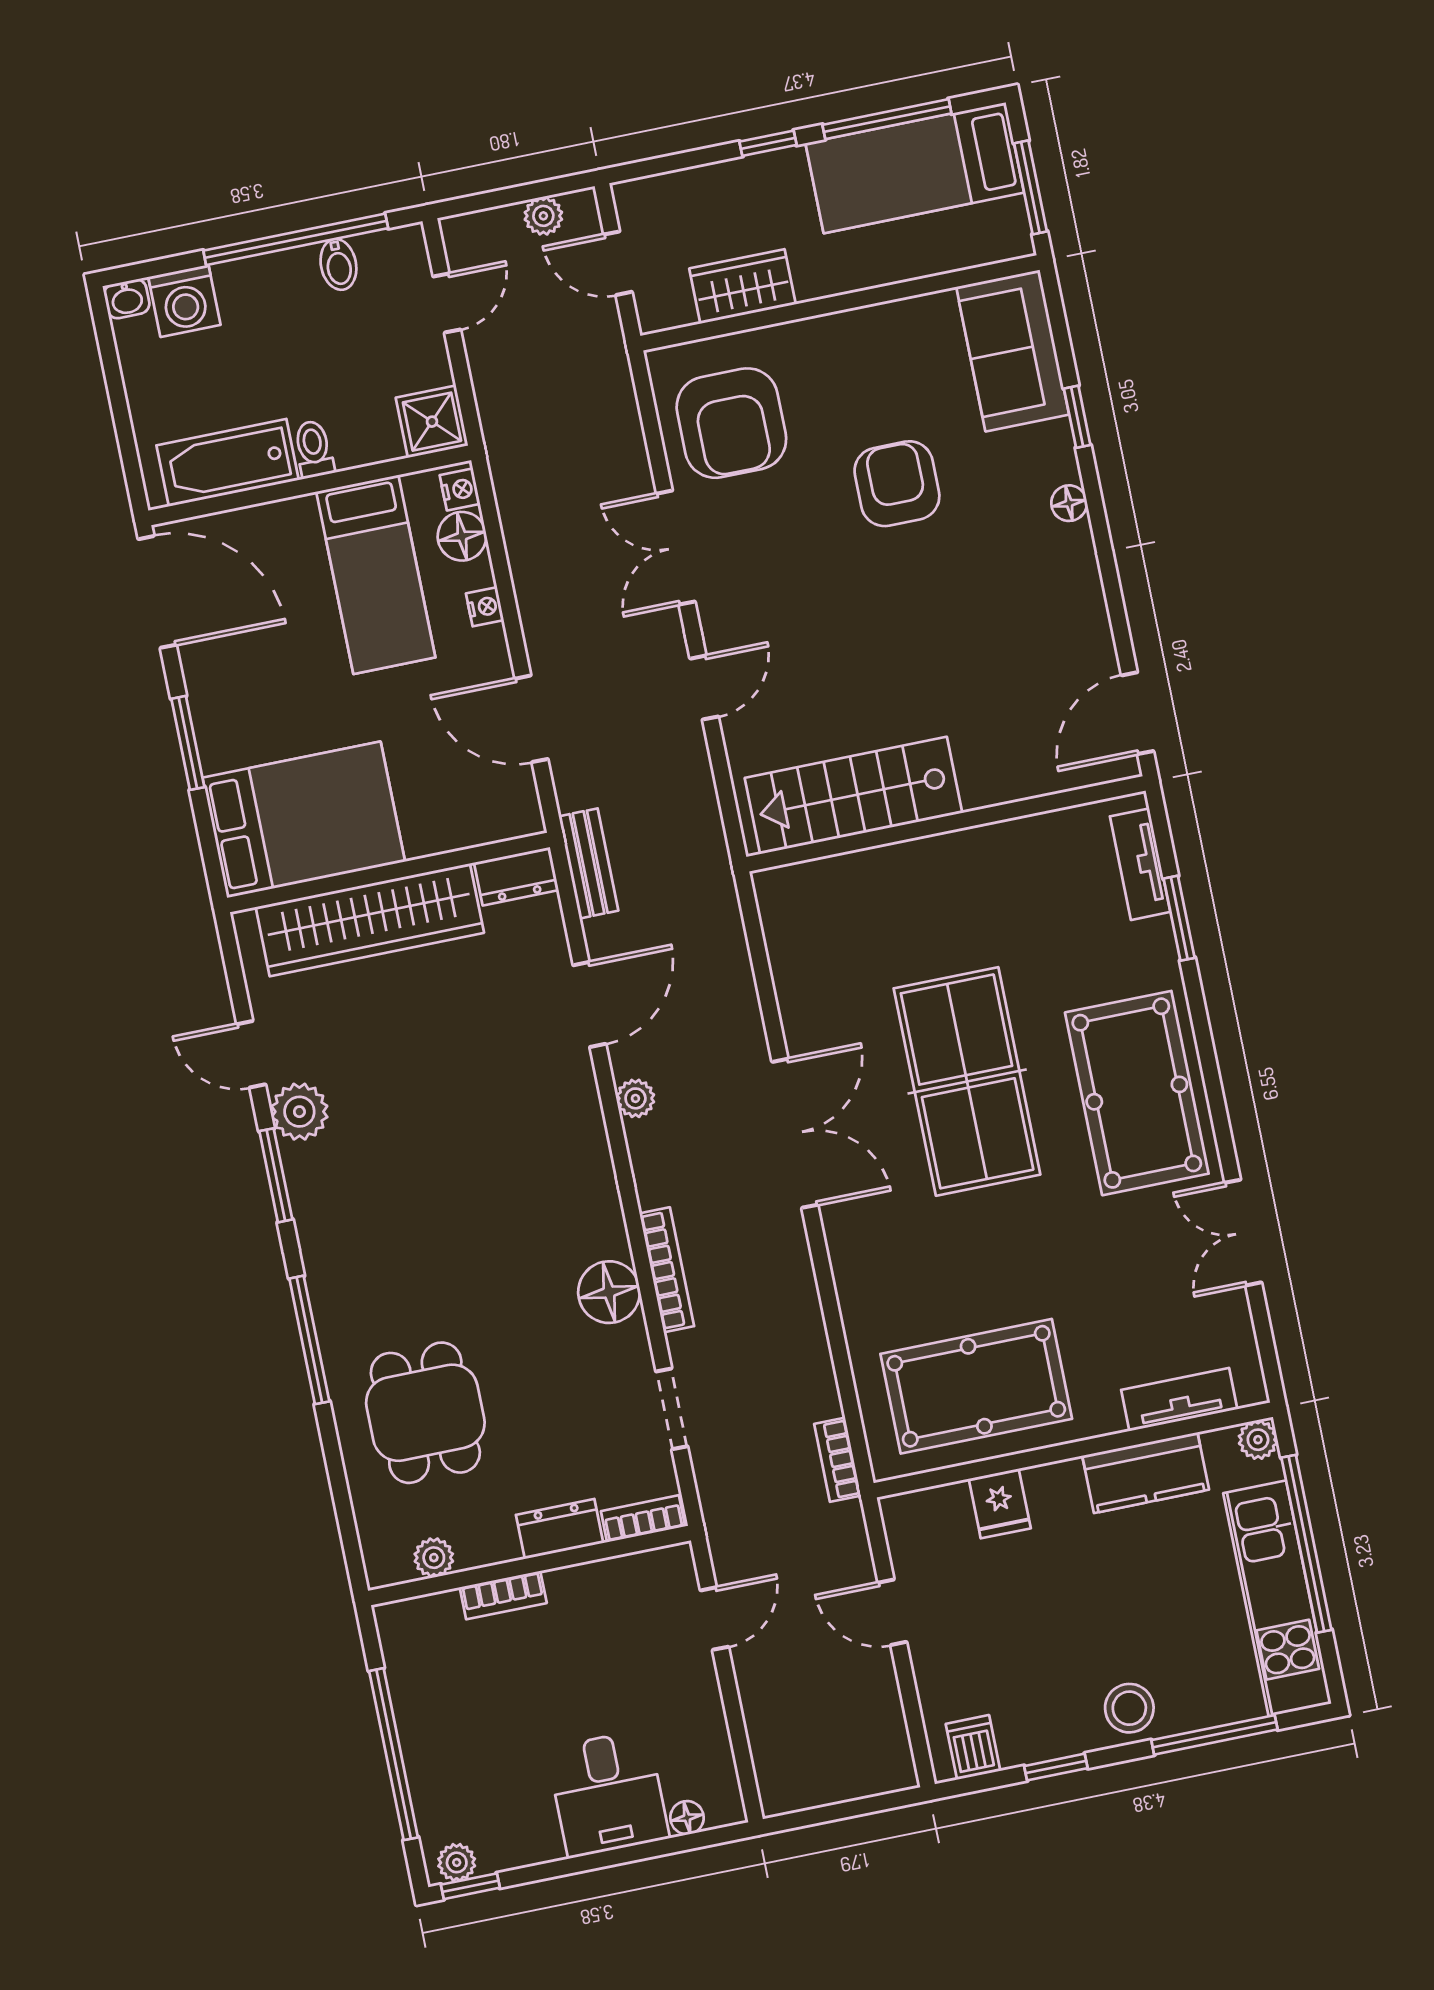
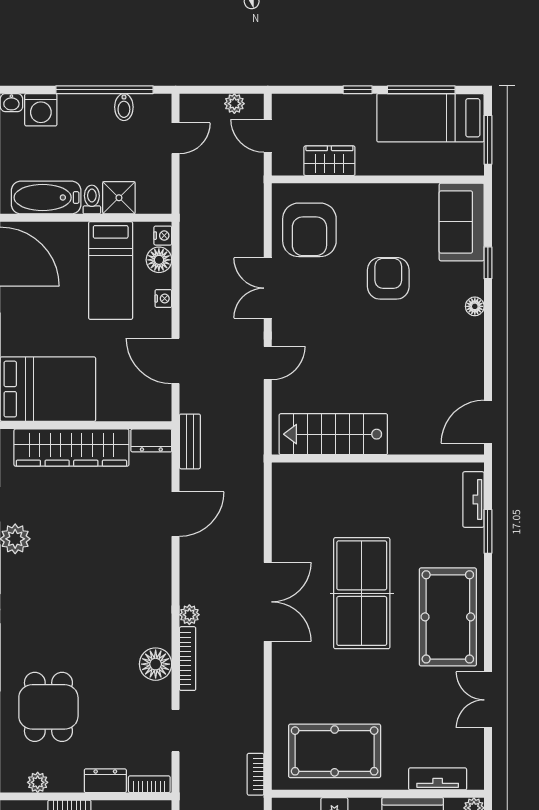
shower: (432, 422) -> (119, 198), moved
plant: (635, 1098) -> (189, 615), moved

